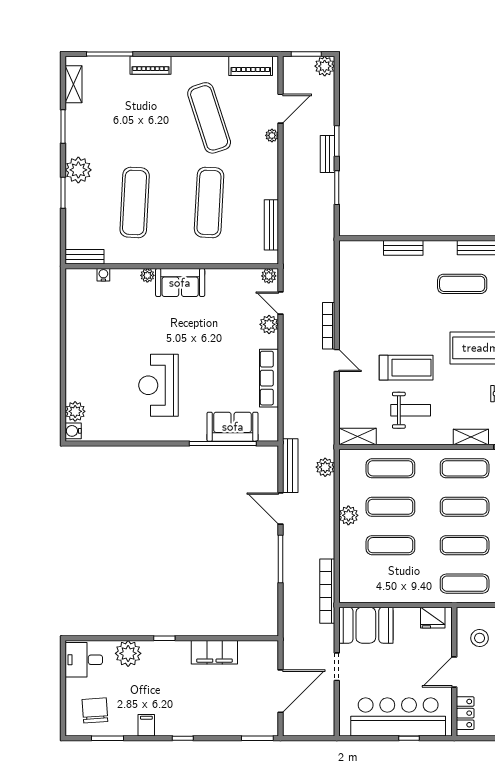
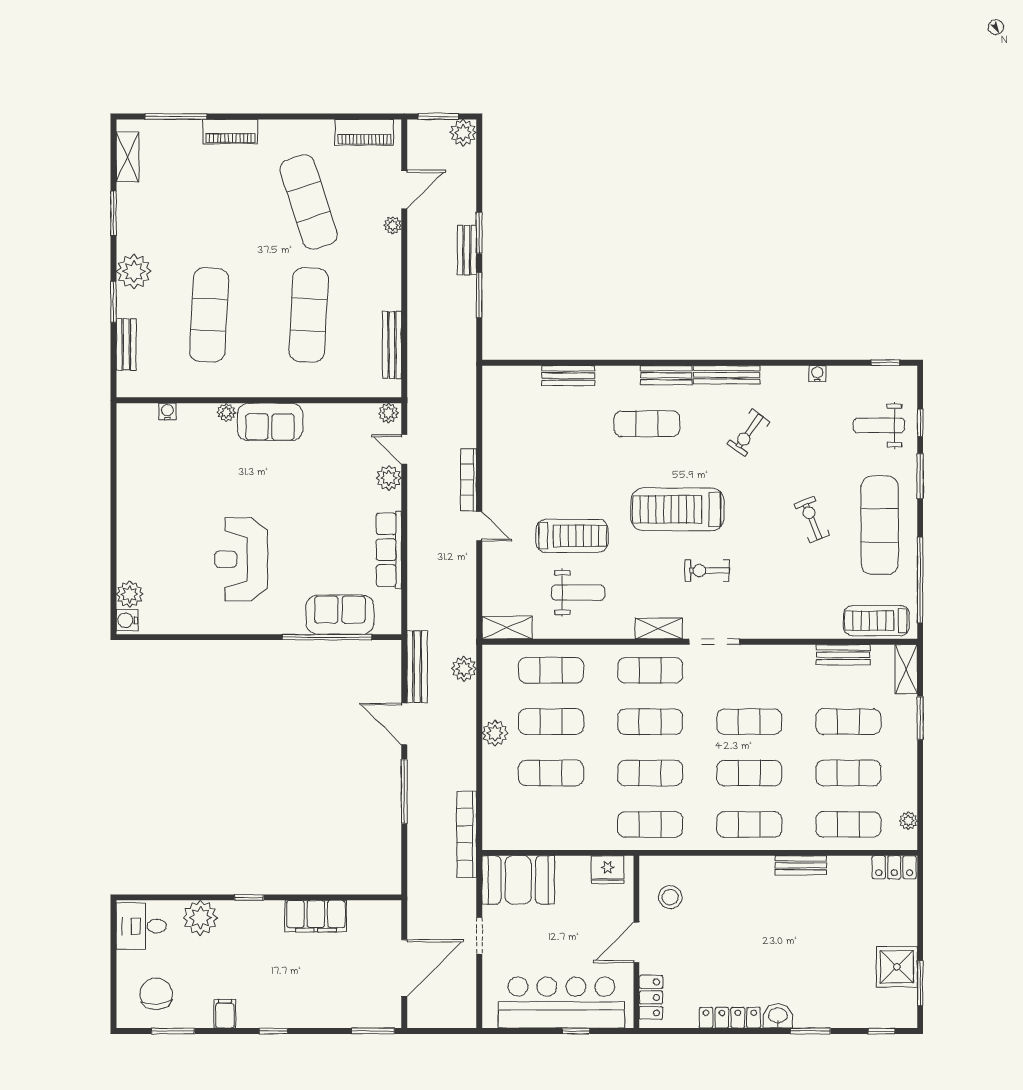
bench: (85, 257) -> (126, 345), moved, turned 90

